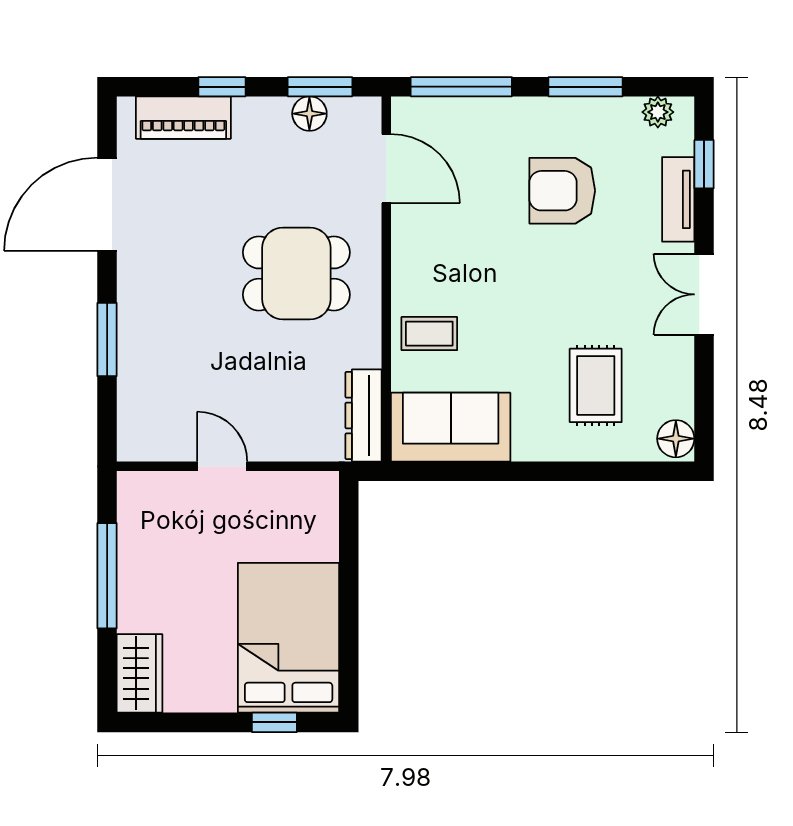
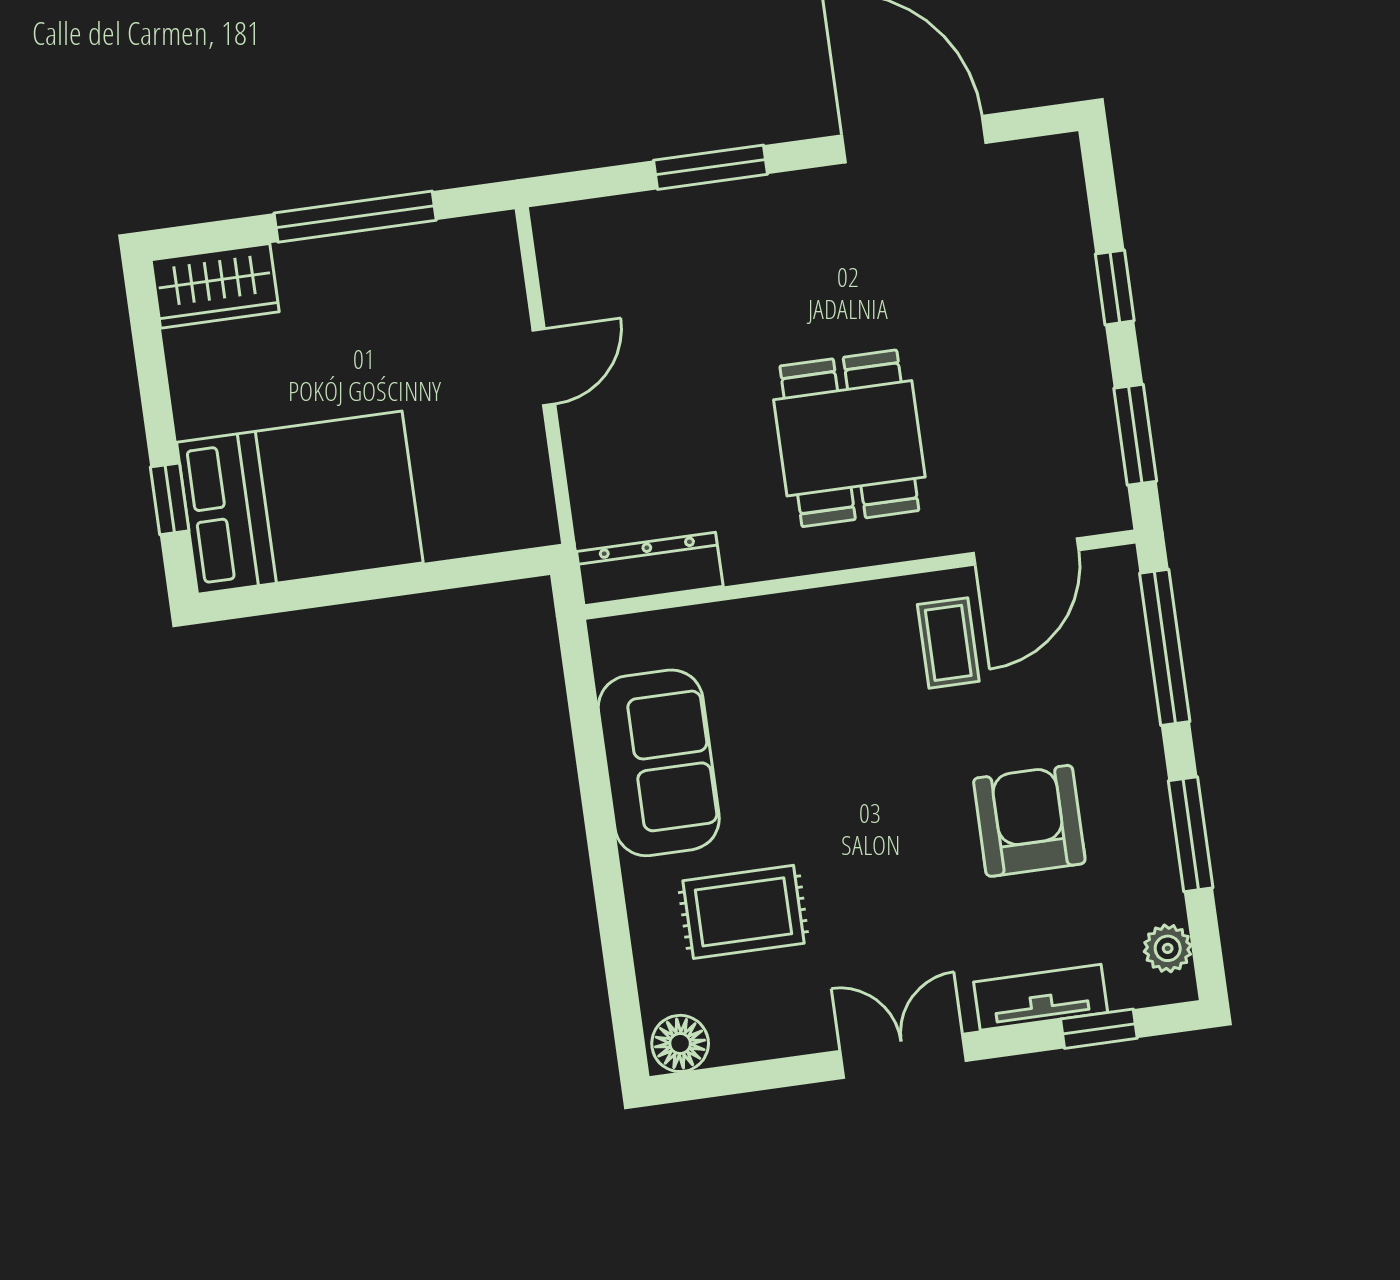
floor lamp: (309, 114) -> (1093, 425), removed
piano: (183, 118) -> (1060, 236), removed
coffee table: (429, 334) -> (948, 643), moved
sofa: (451, 427) -> (659, 763), moved

